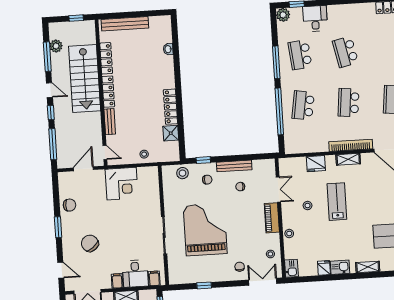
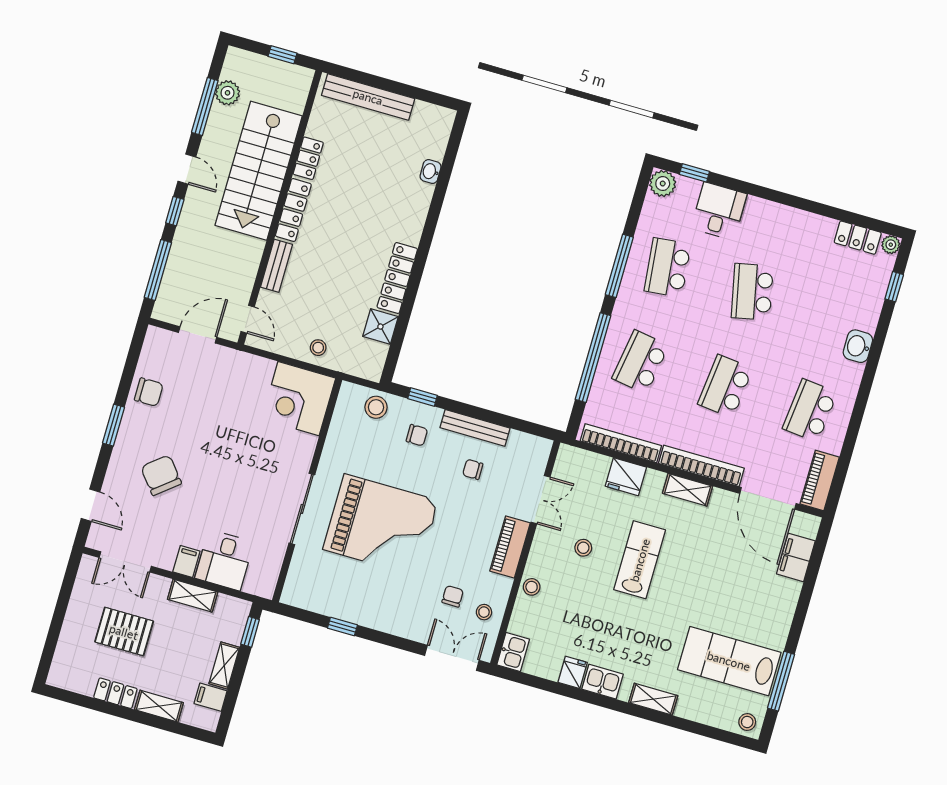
locker: (106, 58) -> (308, 158), width x0.66
bookcase: (308, 148) -> (621, 443), added
corner desk: (122, 184) -> (299, 399), moved, turned 90
grand piano: (205, 229) -> (381, 525), turned 90
chair: (240, 267) -> (453, 596), moved
filing cabinet: (154, 278) -> (256, 581), removed

